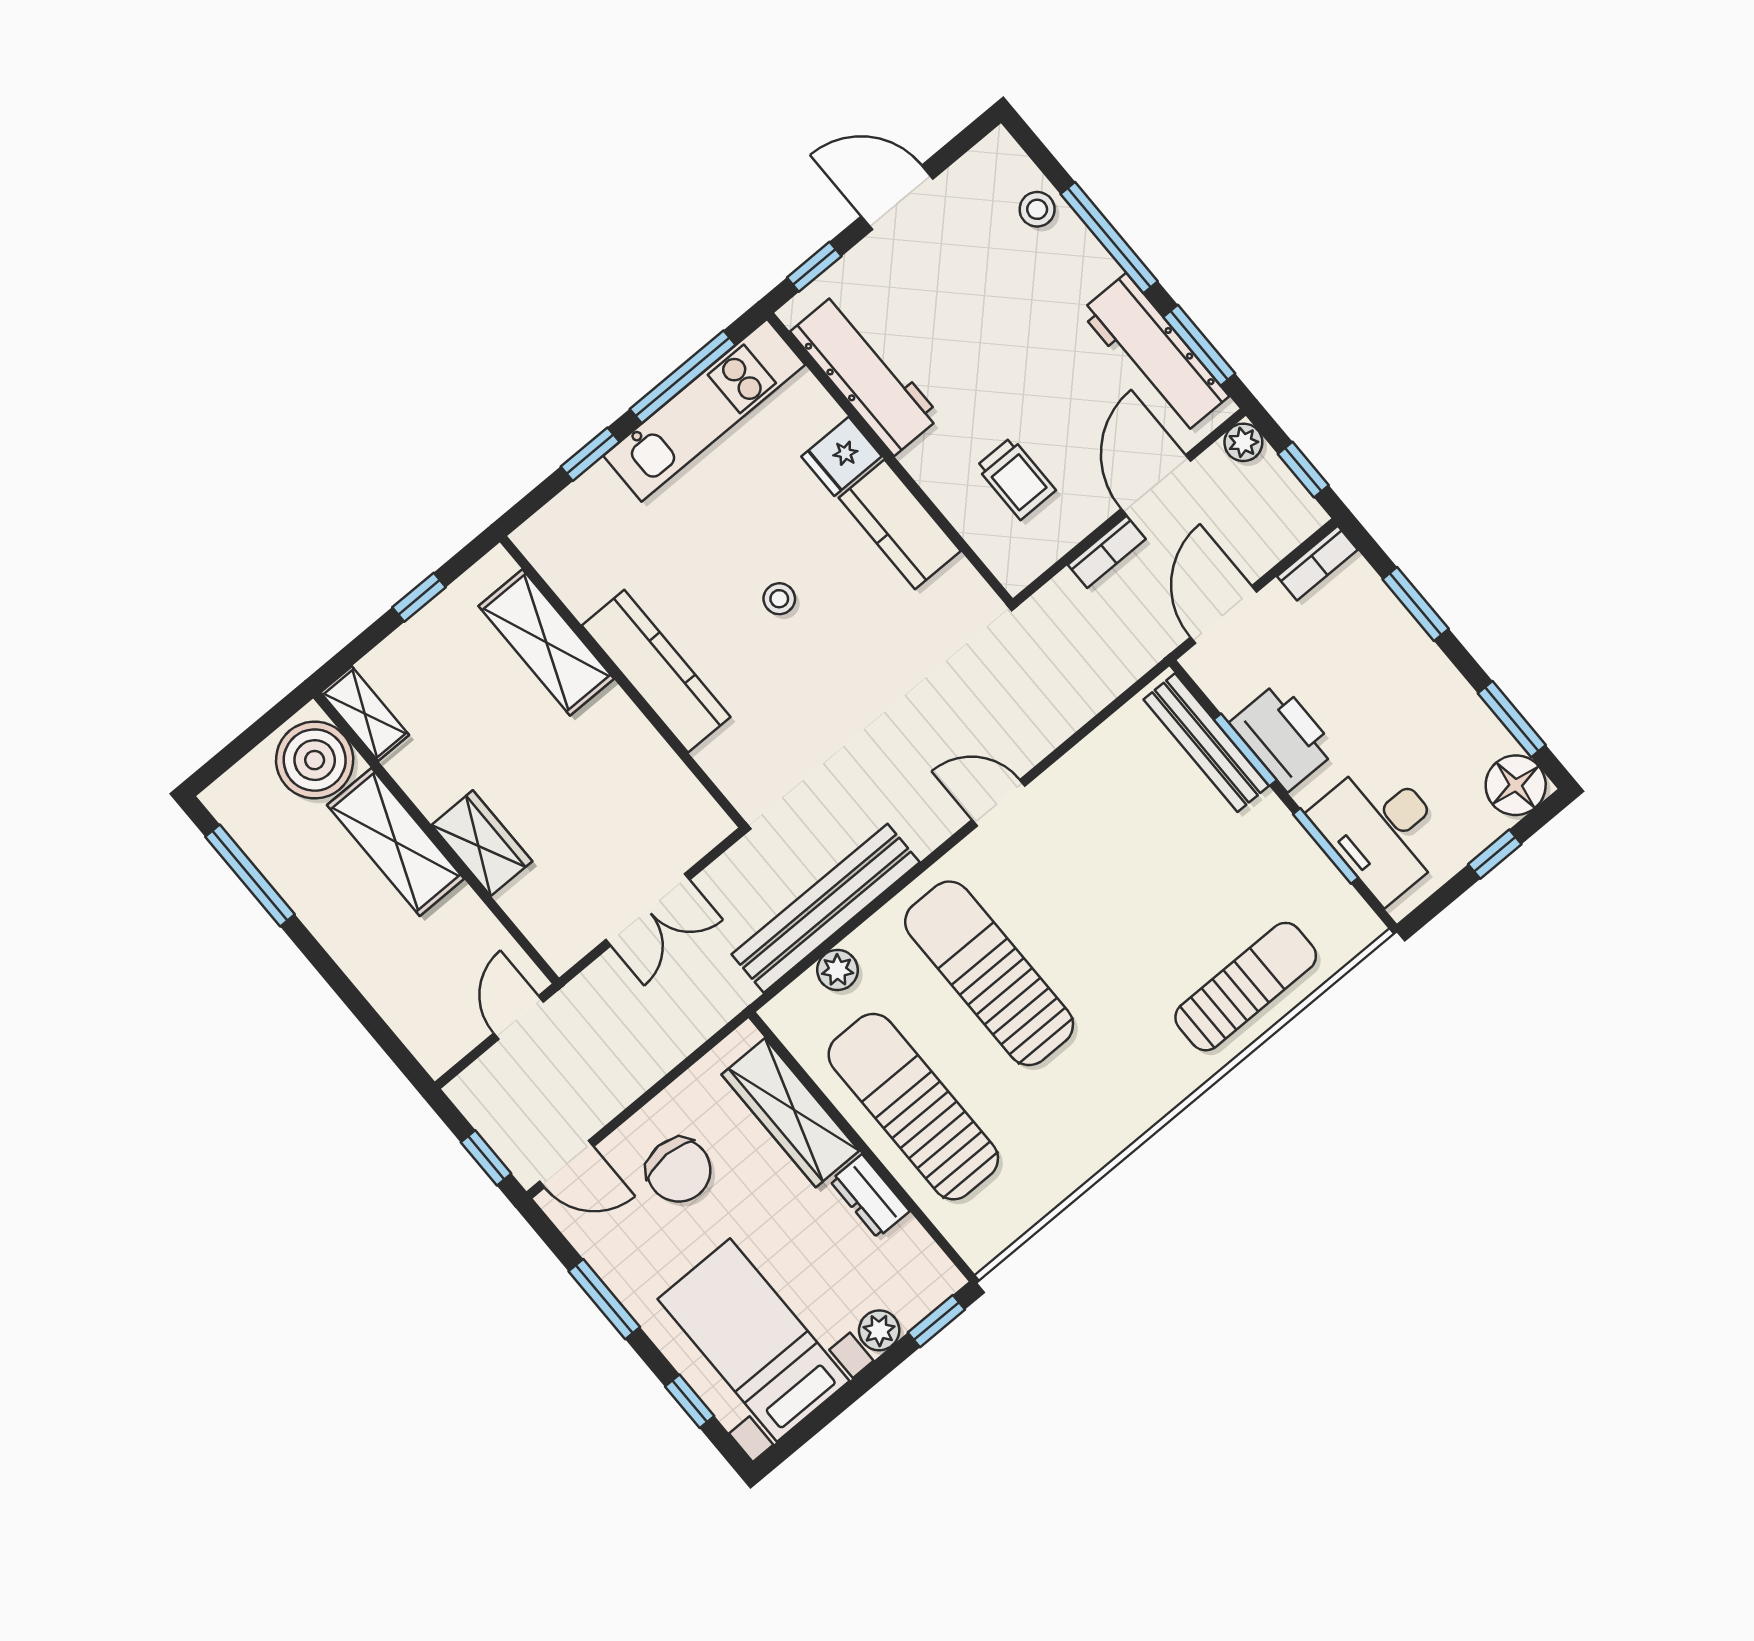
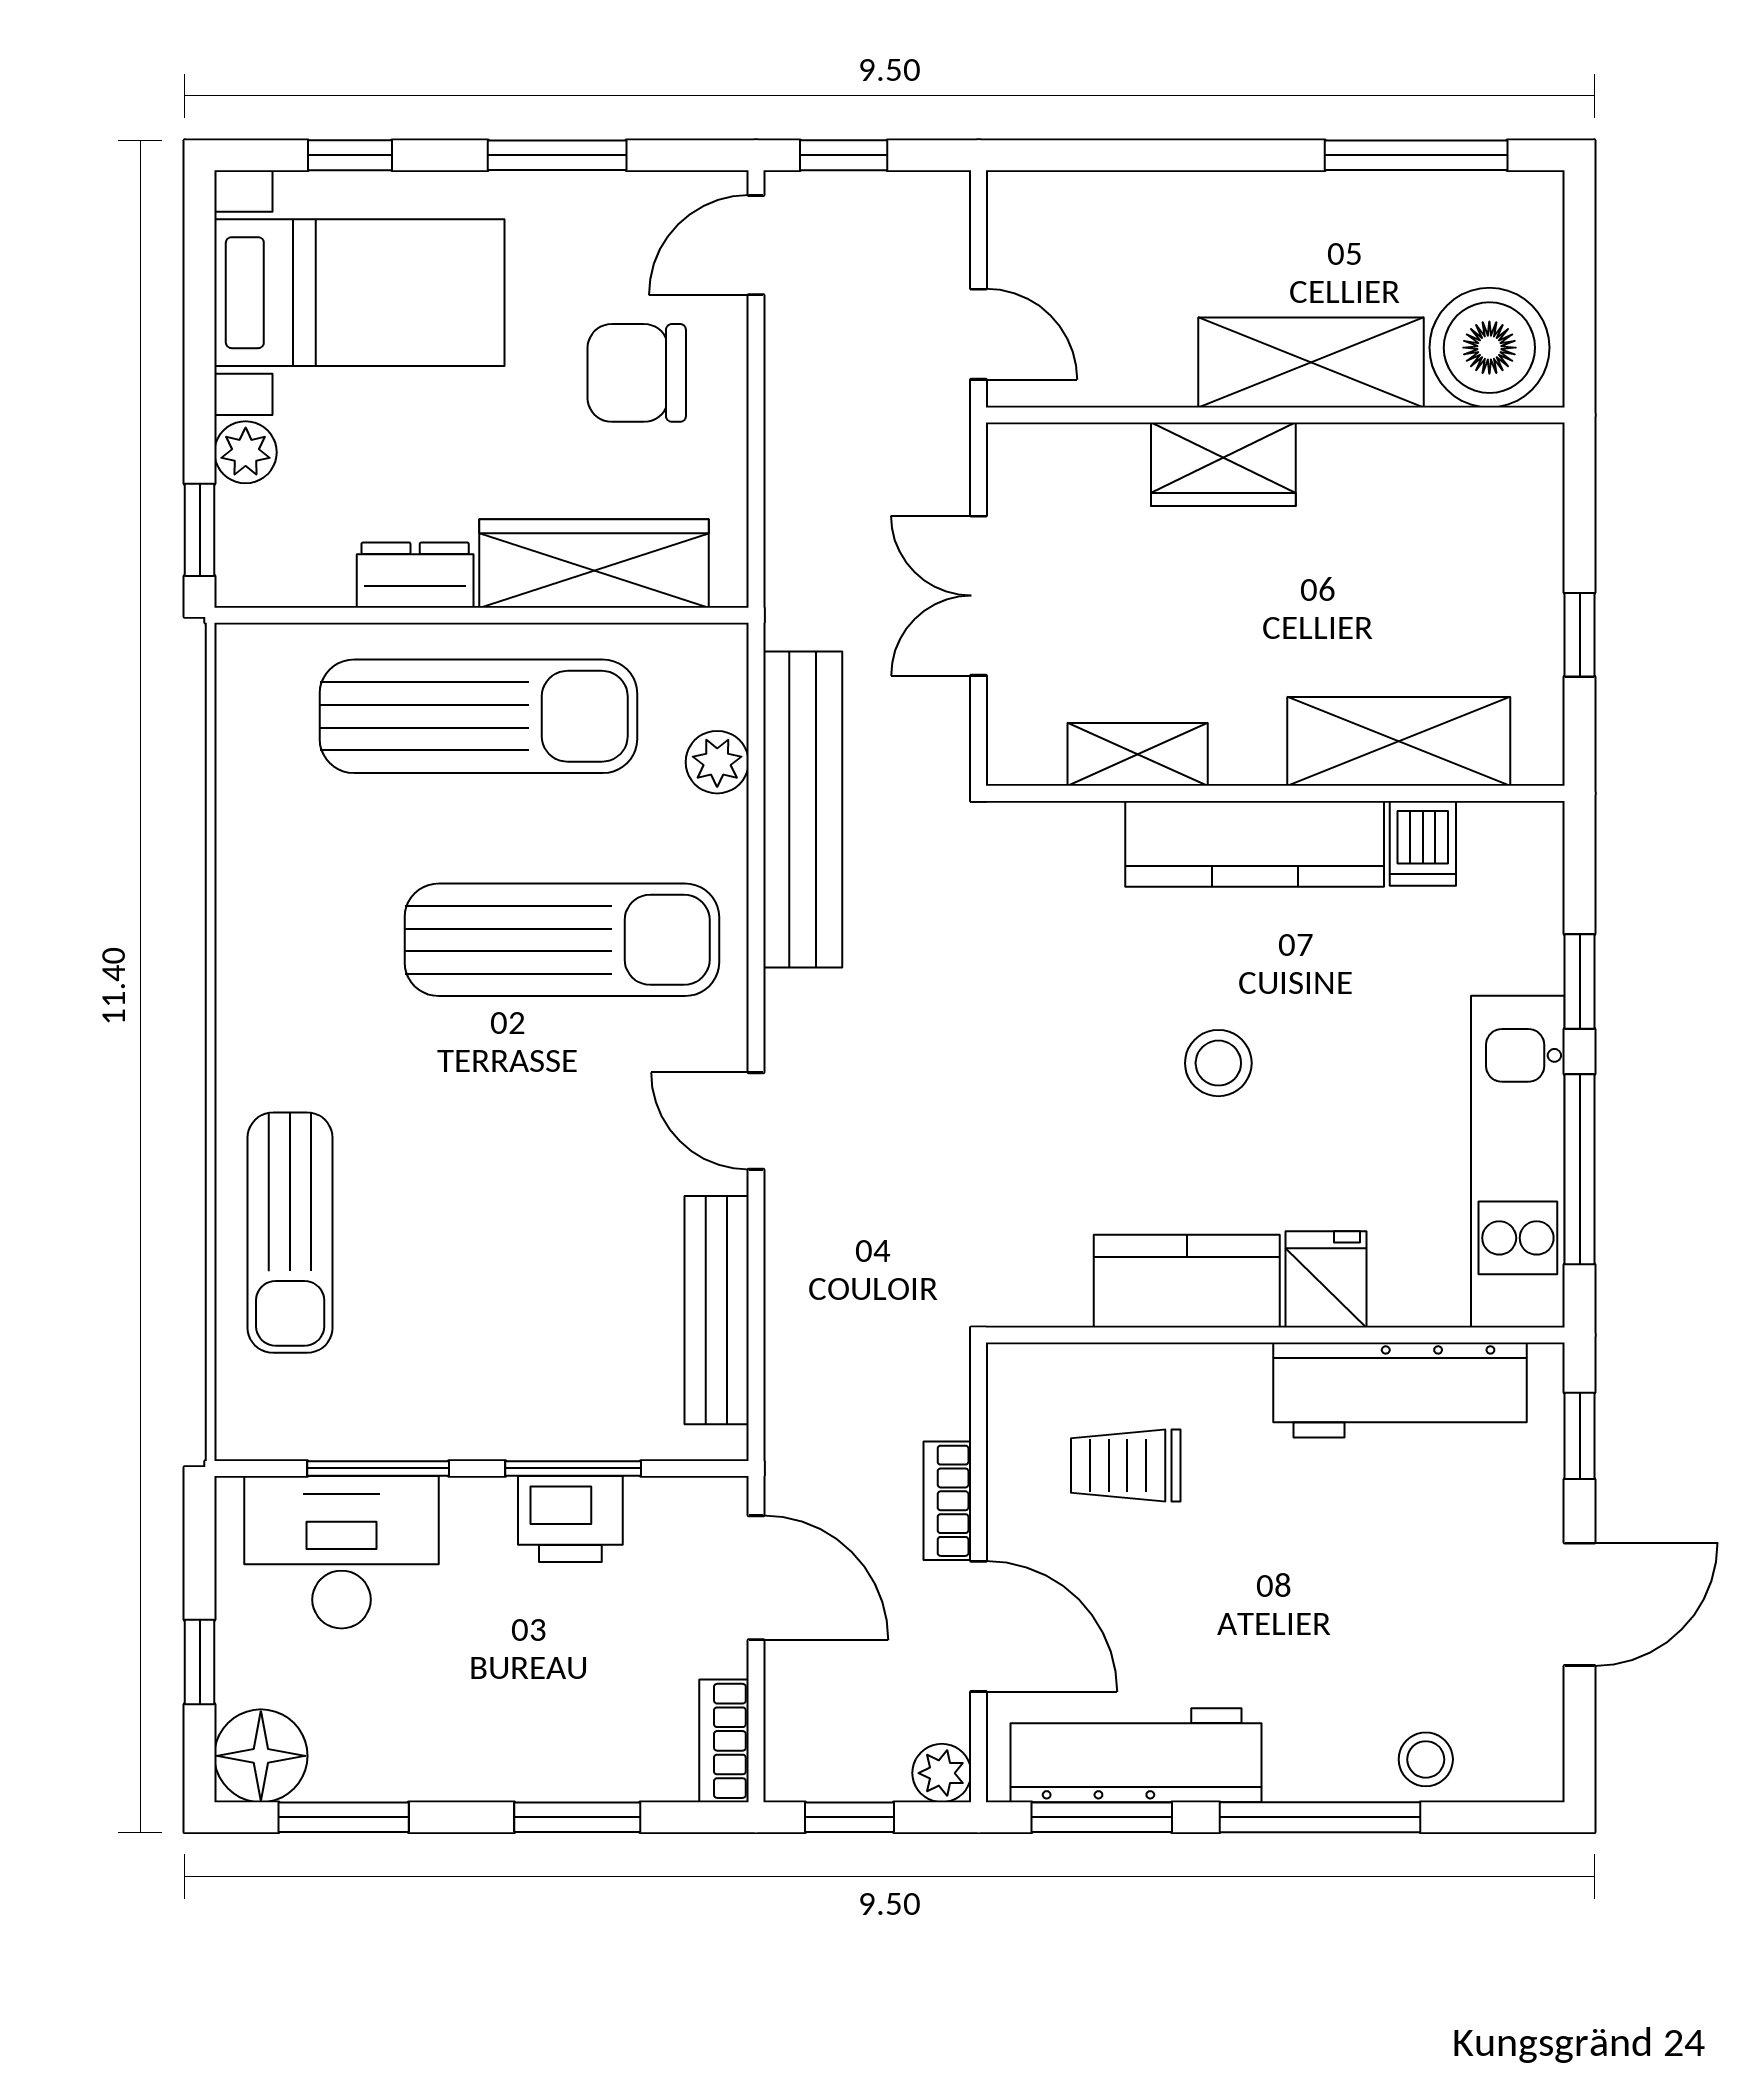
dishwasher: (587, 589) -> (1423, 843), added
stool: (779, 599) -> (1218, 1063), width x1.37, depth x1.37
shelving: (365, 714) -> (1138, 754), moved
printer: (1283, 736) -> (570, 1519), width x0.73, depth x0.84
bench: (1206, 743) -> (717, 1310), moved, turned 90
door: (998, 803) -> (756, 1121), swing flipped

